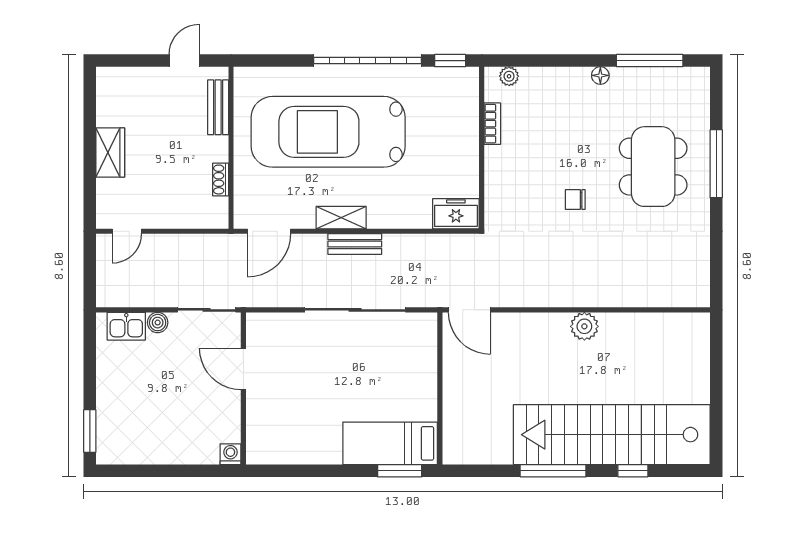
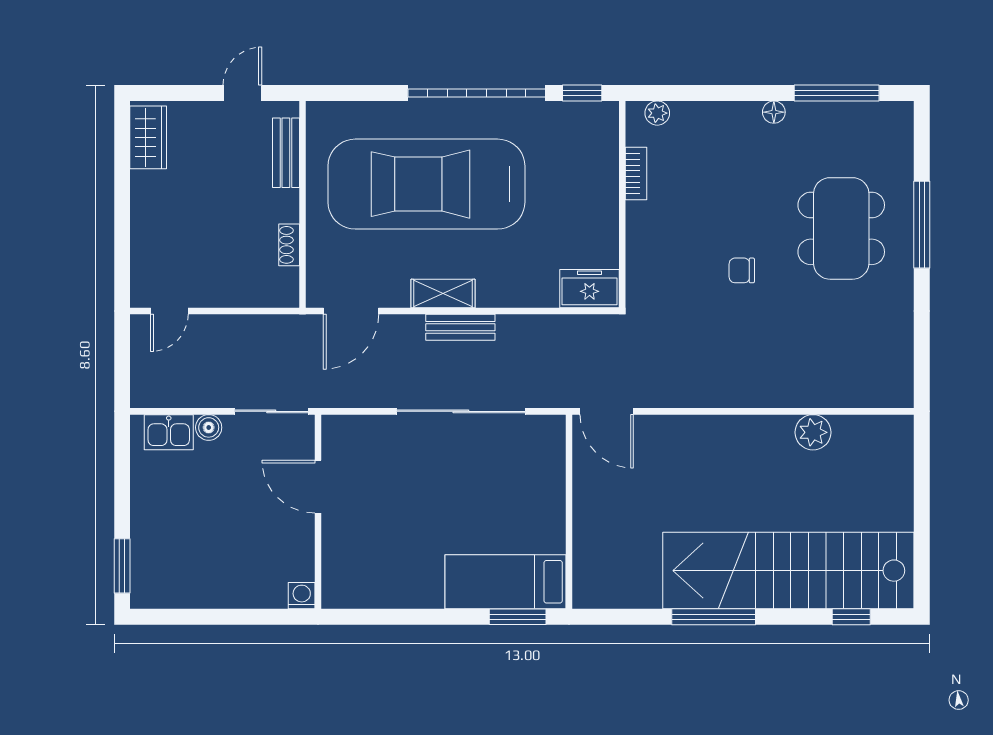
wardrobe: (110, 152) -> (148, 137), moved
plant: (584, 326) -> (813, 432), moved
window: (633, 471) -> (851, 617), moved

